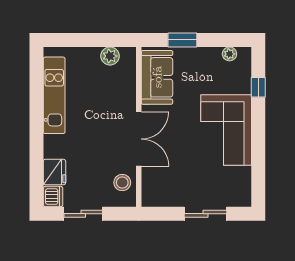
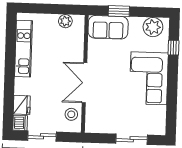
plant: (229, 54) -> (153, 27), width x1.88, depth x1.88
sofa: (157, 77) -> (108, 27), moved, turned 90
double door: (139, 139) -> (85, 83), swing flipped

